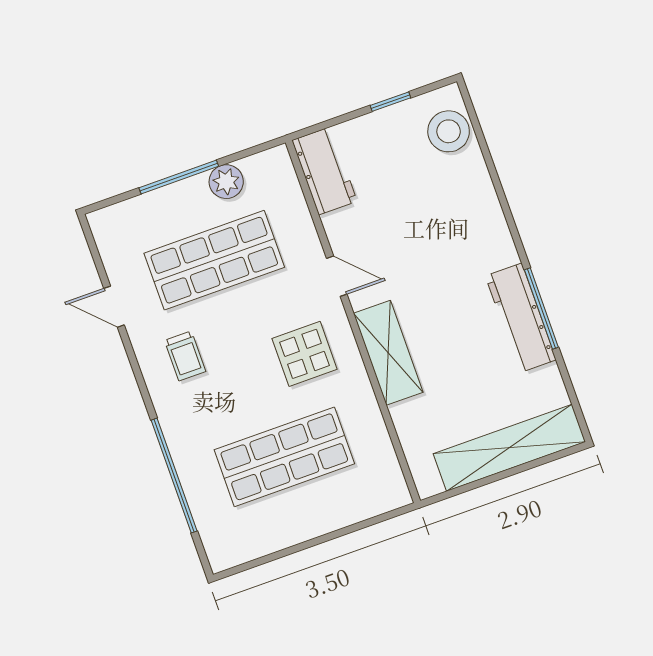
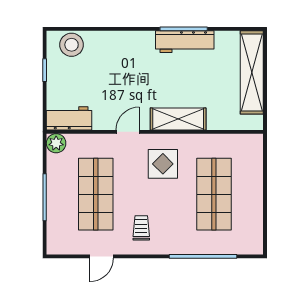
plant: (226, 182) -> (56, 143), moved
trolley: (185, 356) -> (141, 228), turned -90

